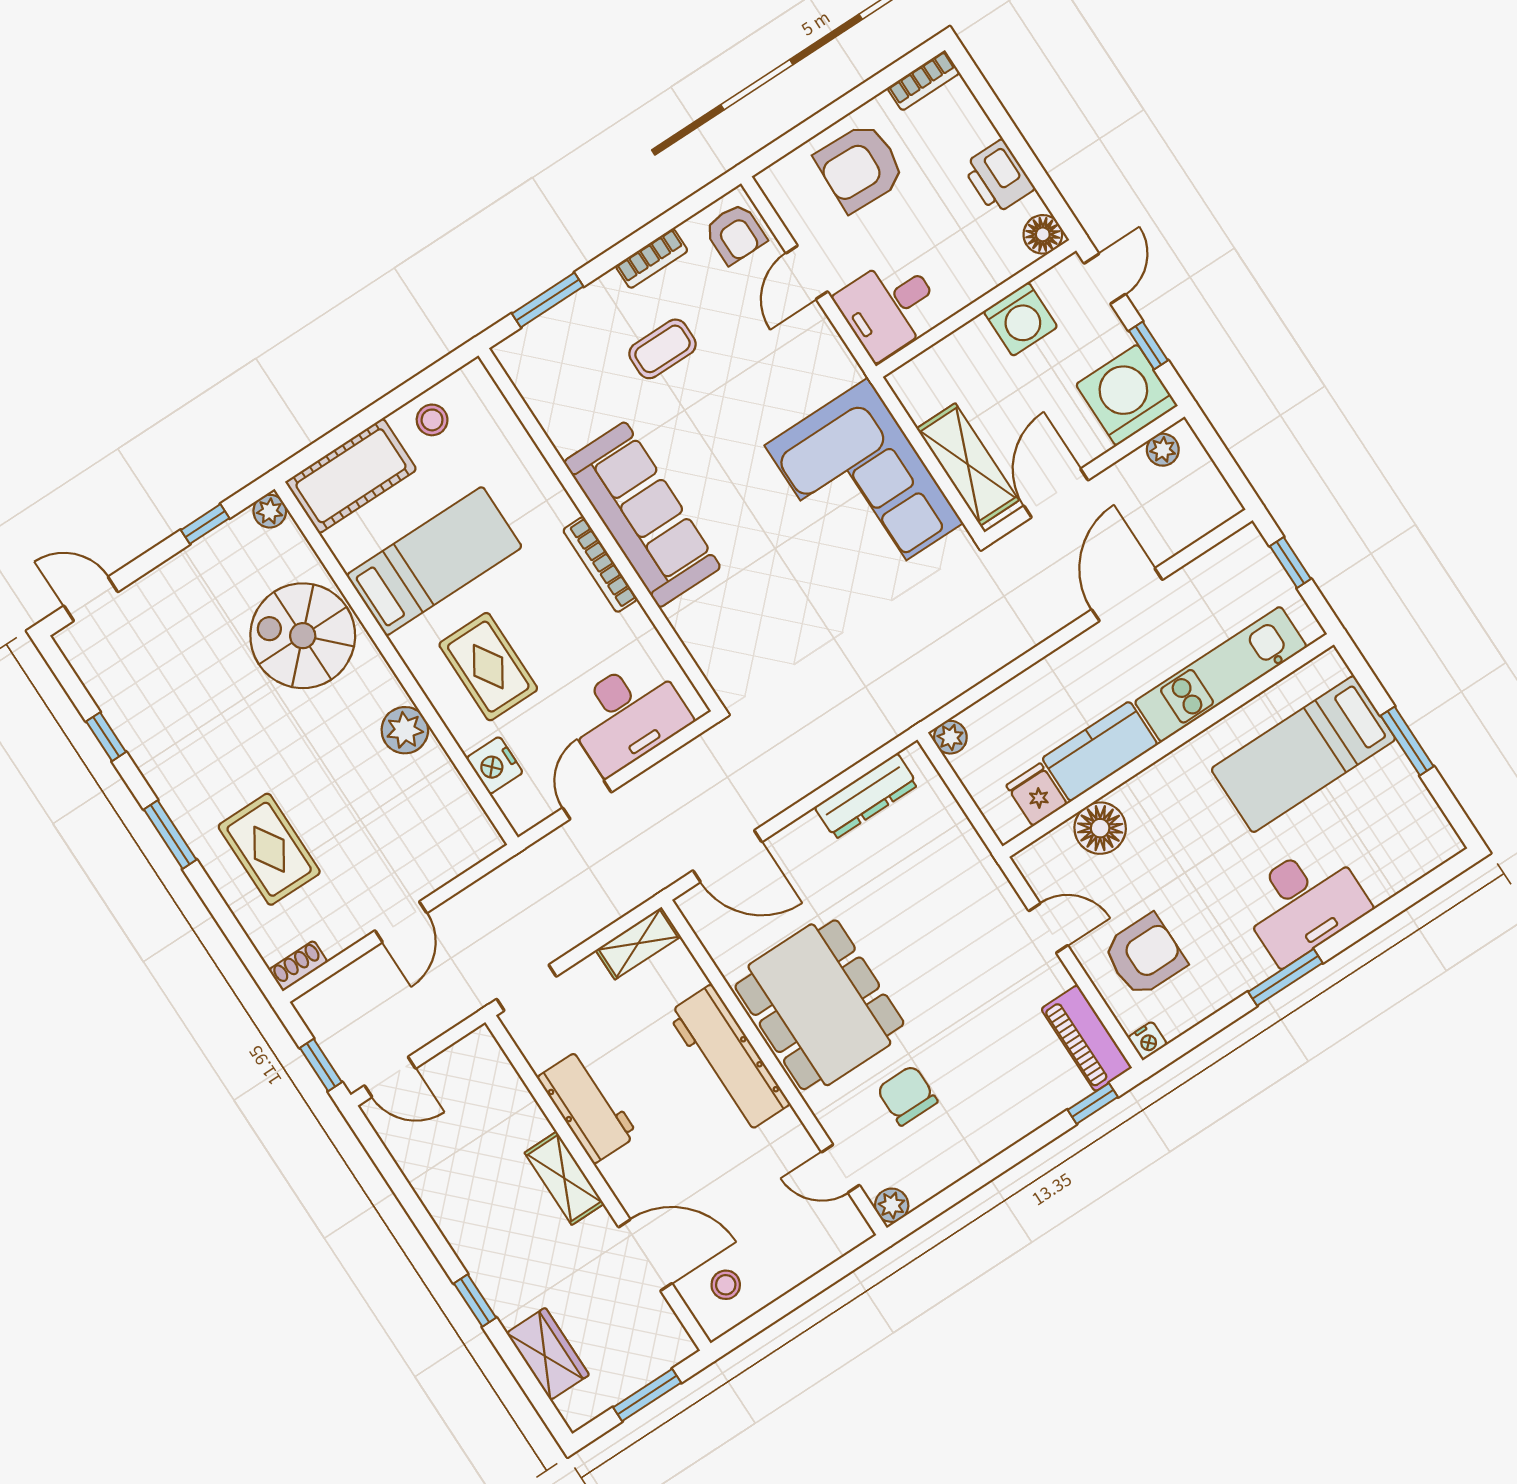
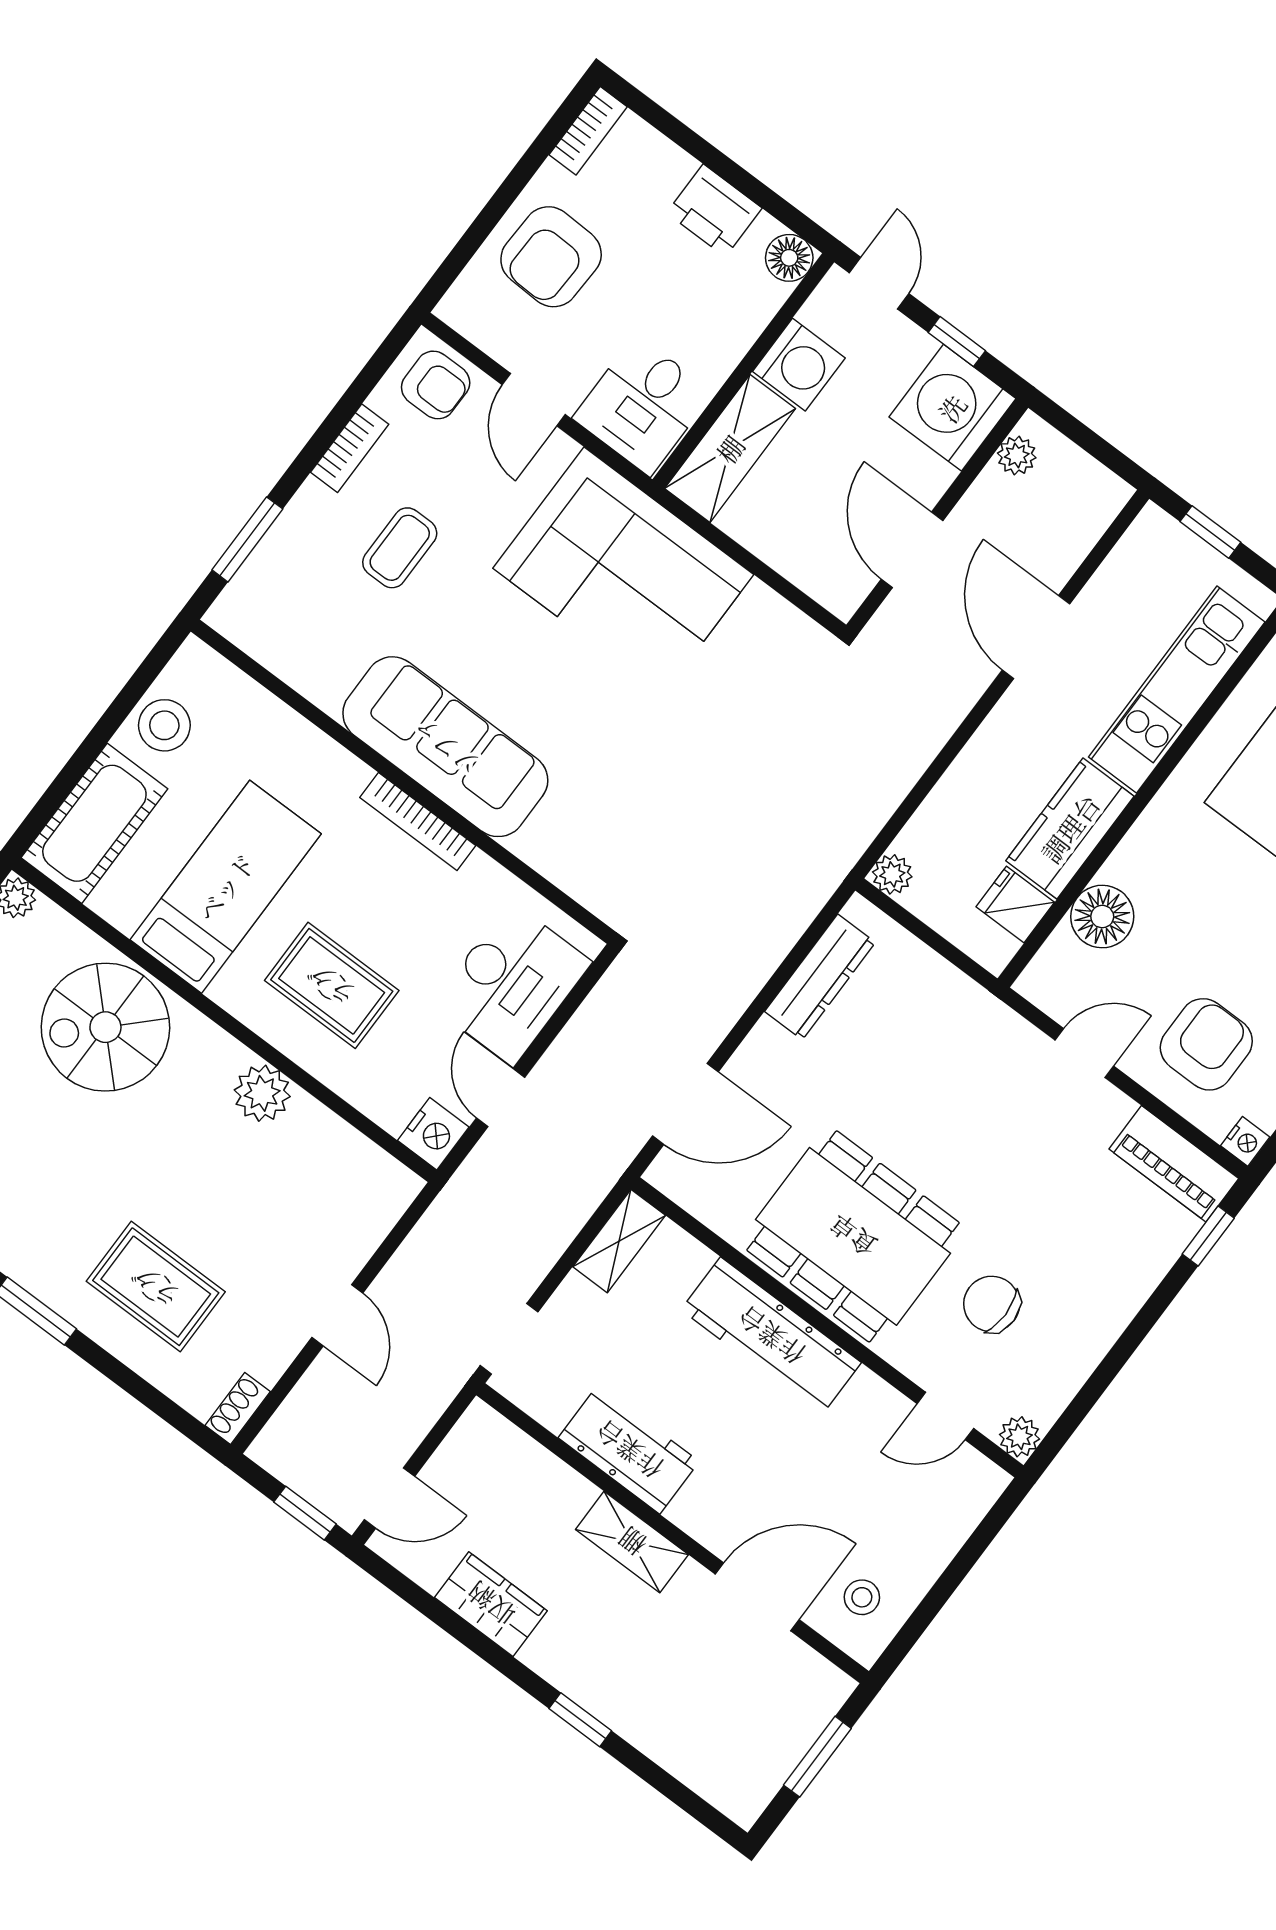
stool: (432, 420) -> (164, 725), width x1.37, depth x1.37
shelving: (968, 464) -> (730, 449), moved, turned 90
corner sofa: (864, 484) -> (623, 571), moved
nightstand: (495, 765) -> (433, 1134), moved, turned -90
wardrobe: (548, 1354) -> (491, 1604), moved

